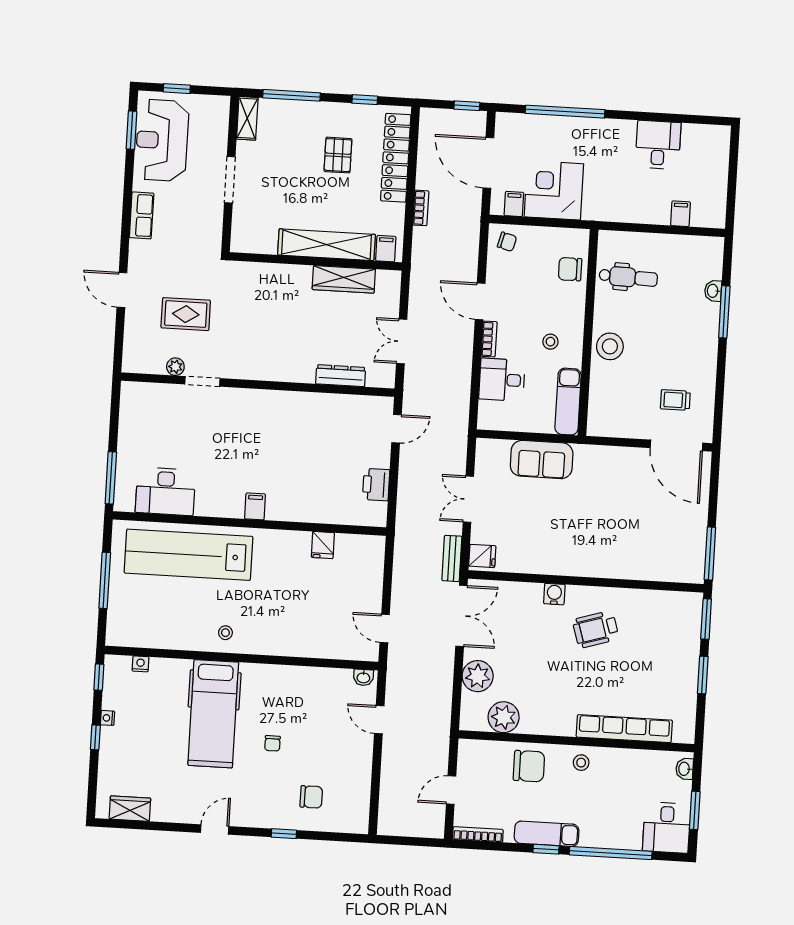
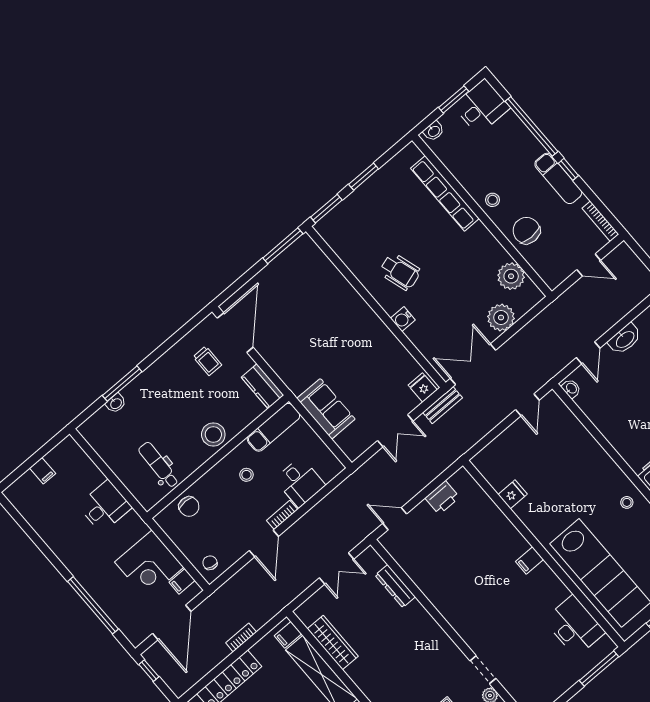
desk: (658, 145) -> (105, 506), moved, turned 180
filing cabinet: (681, 214) -> (43, 471), moved, turned -90
kitchen counter: (611, 425) -> (263, 386), added
washbasin: (361, 761) -> (625, 339), added

